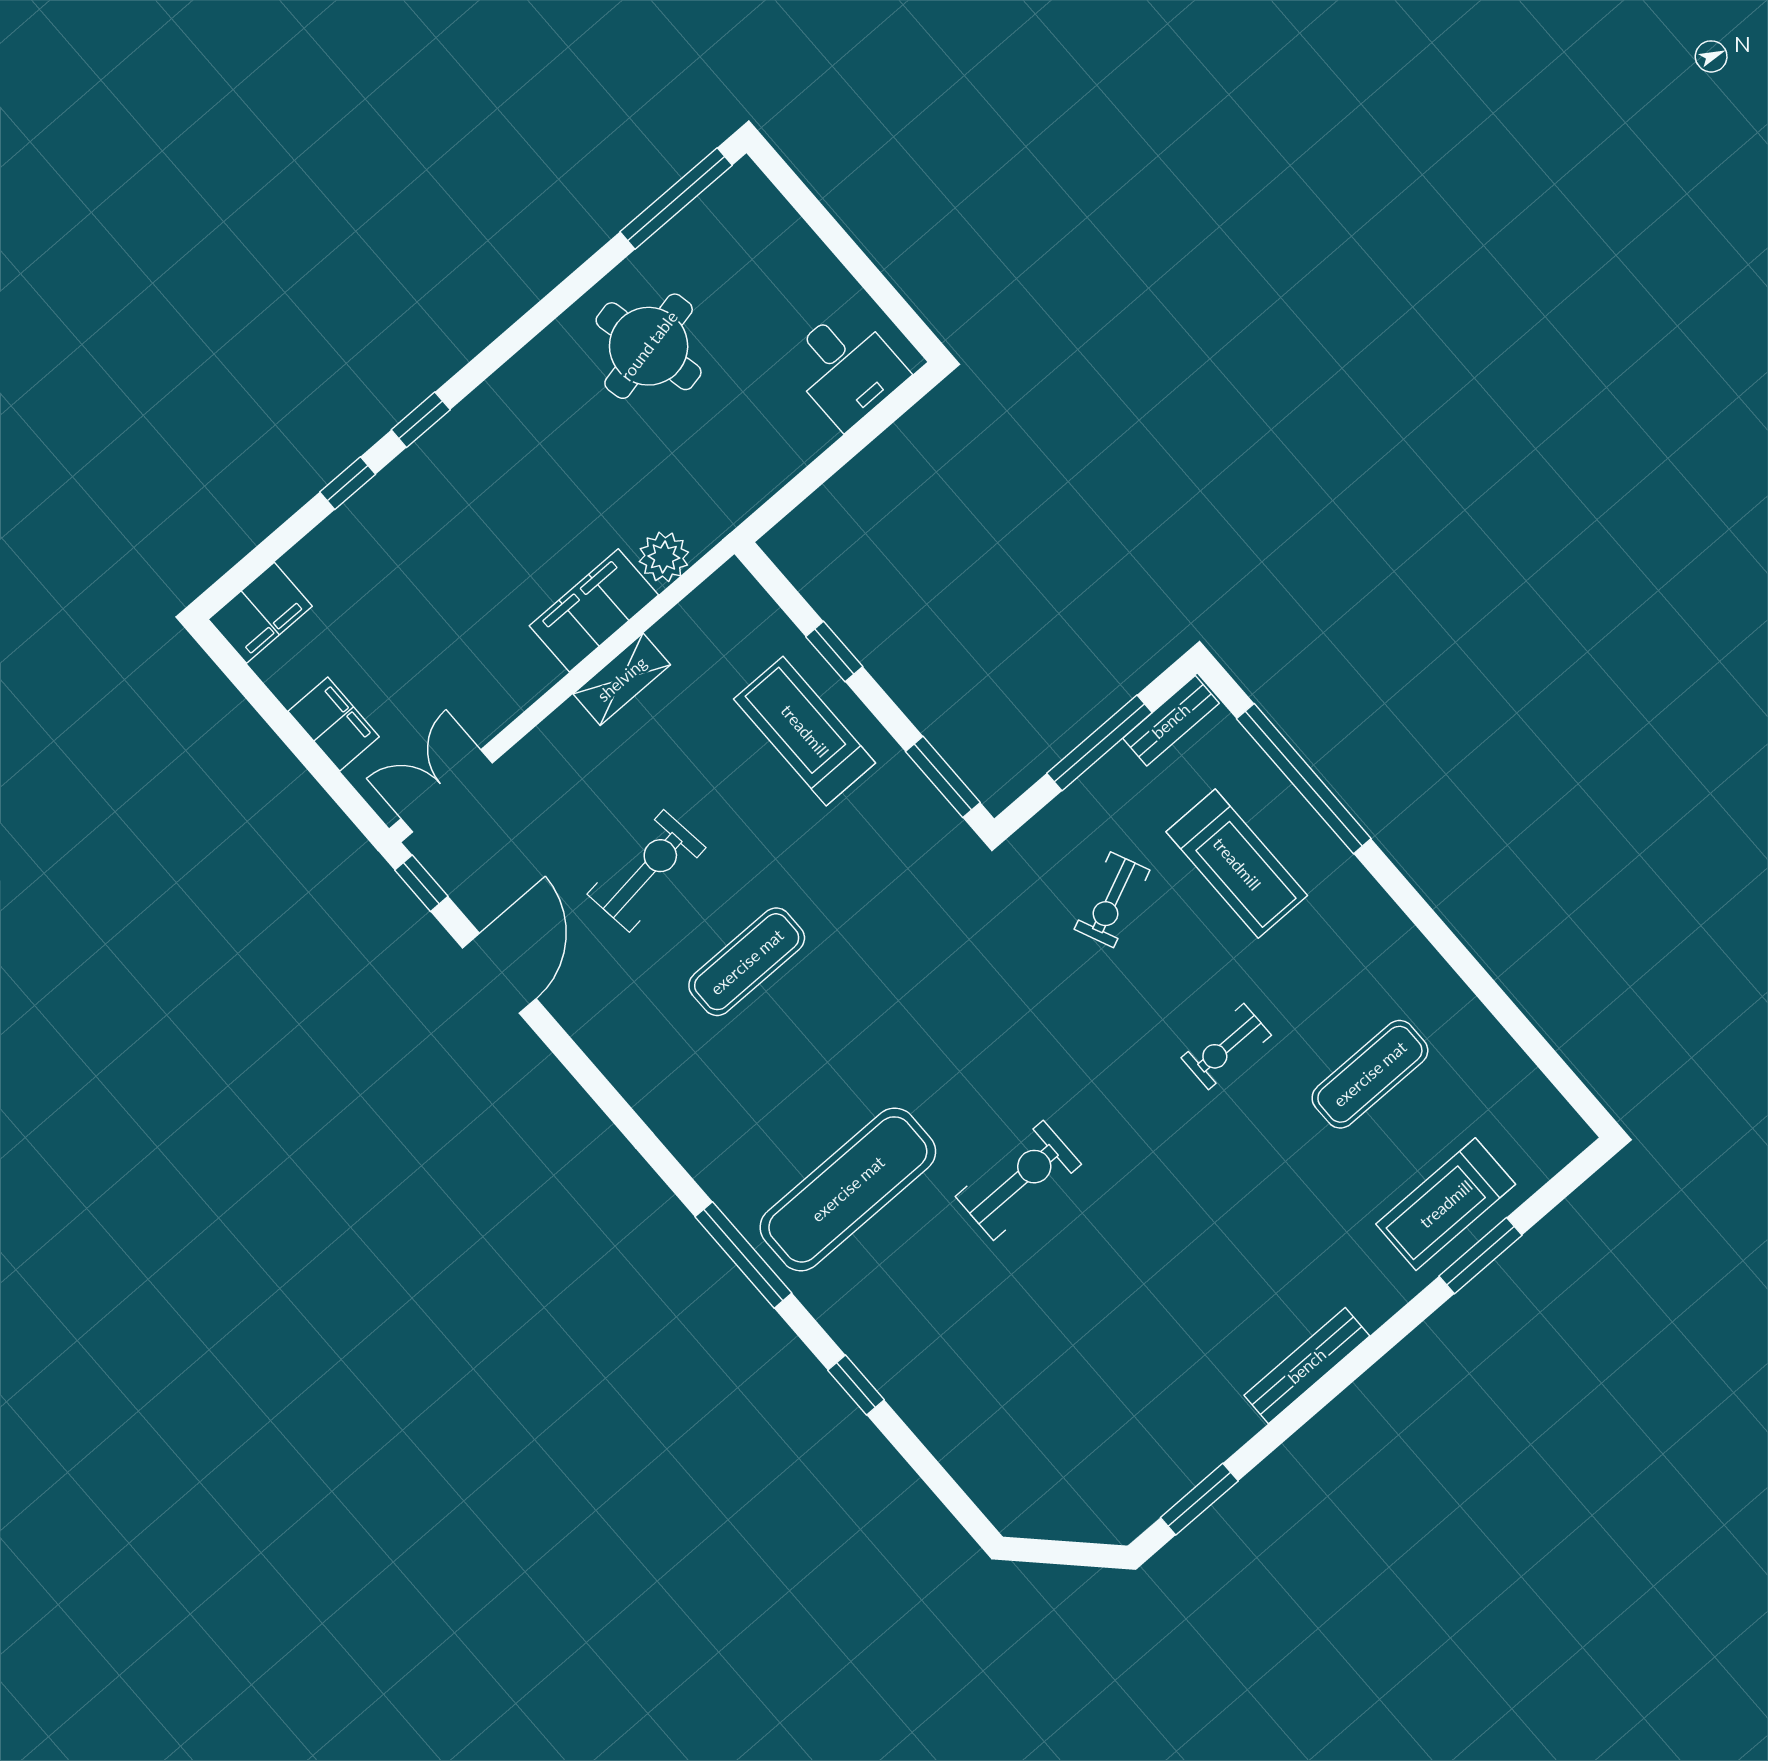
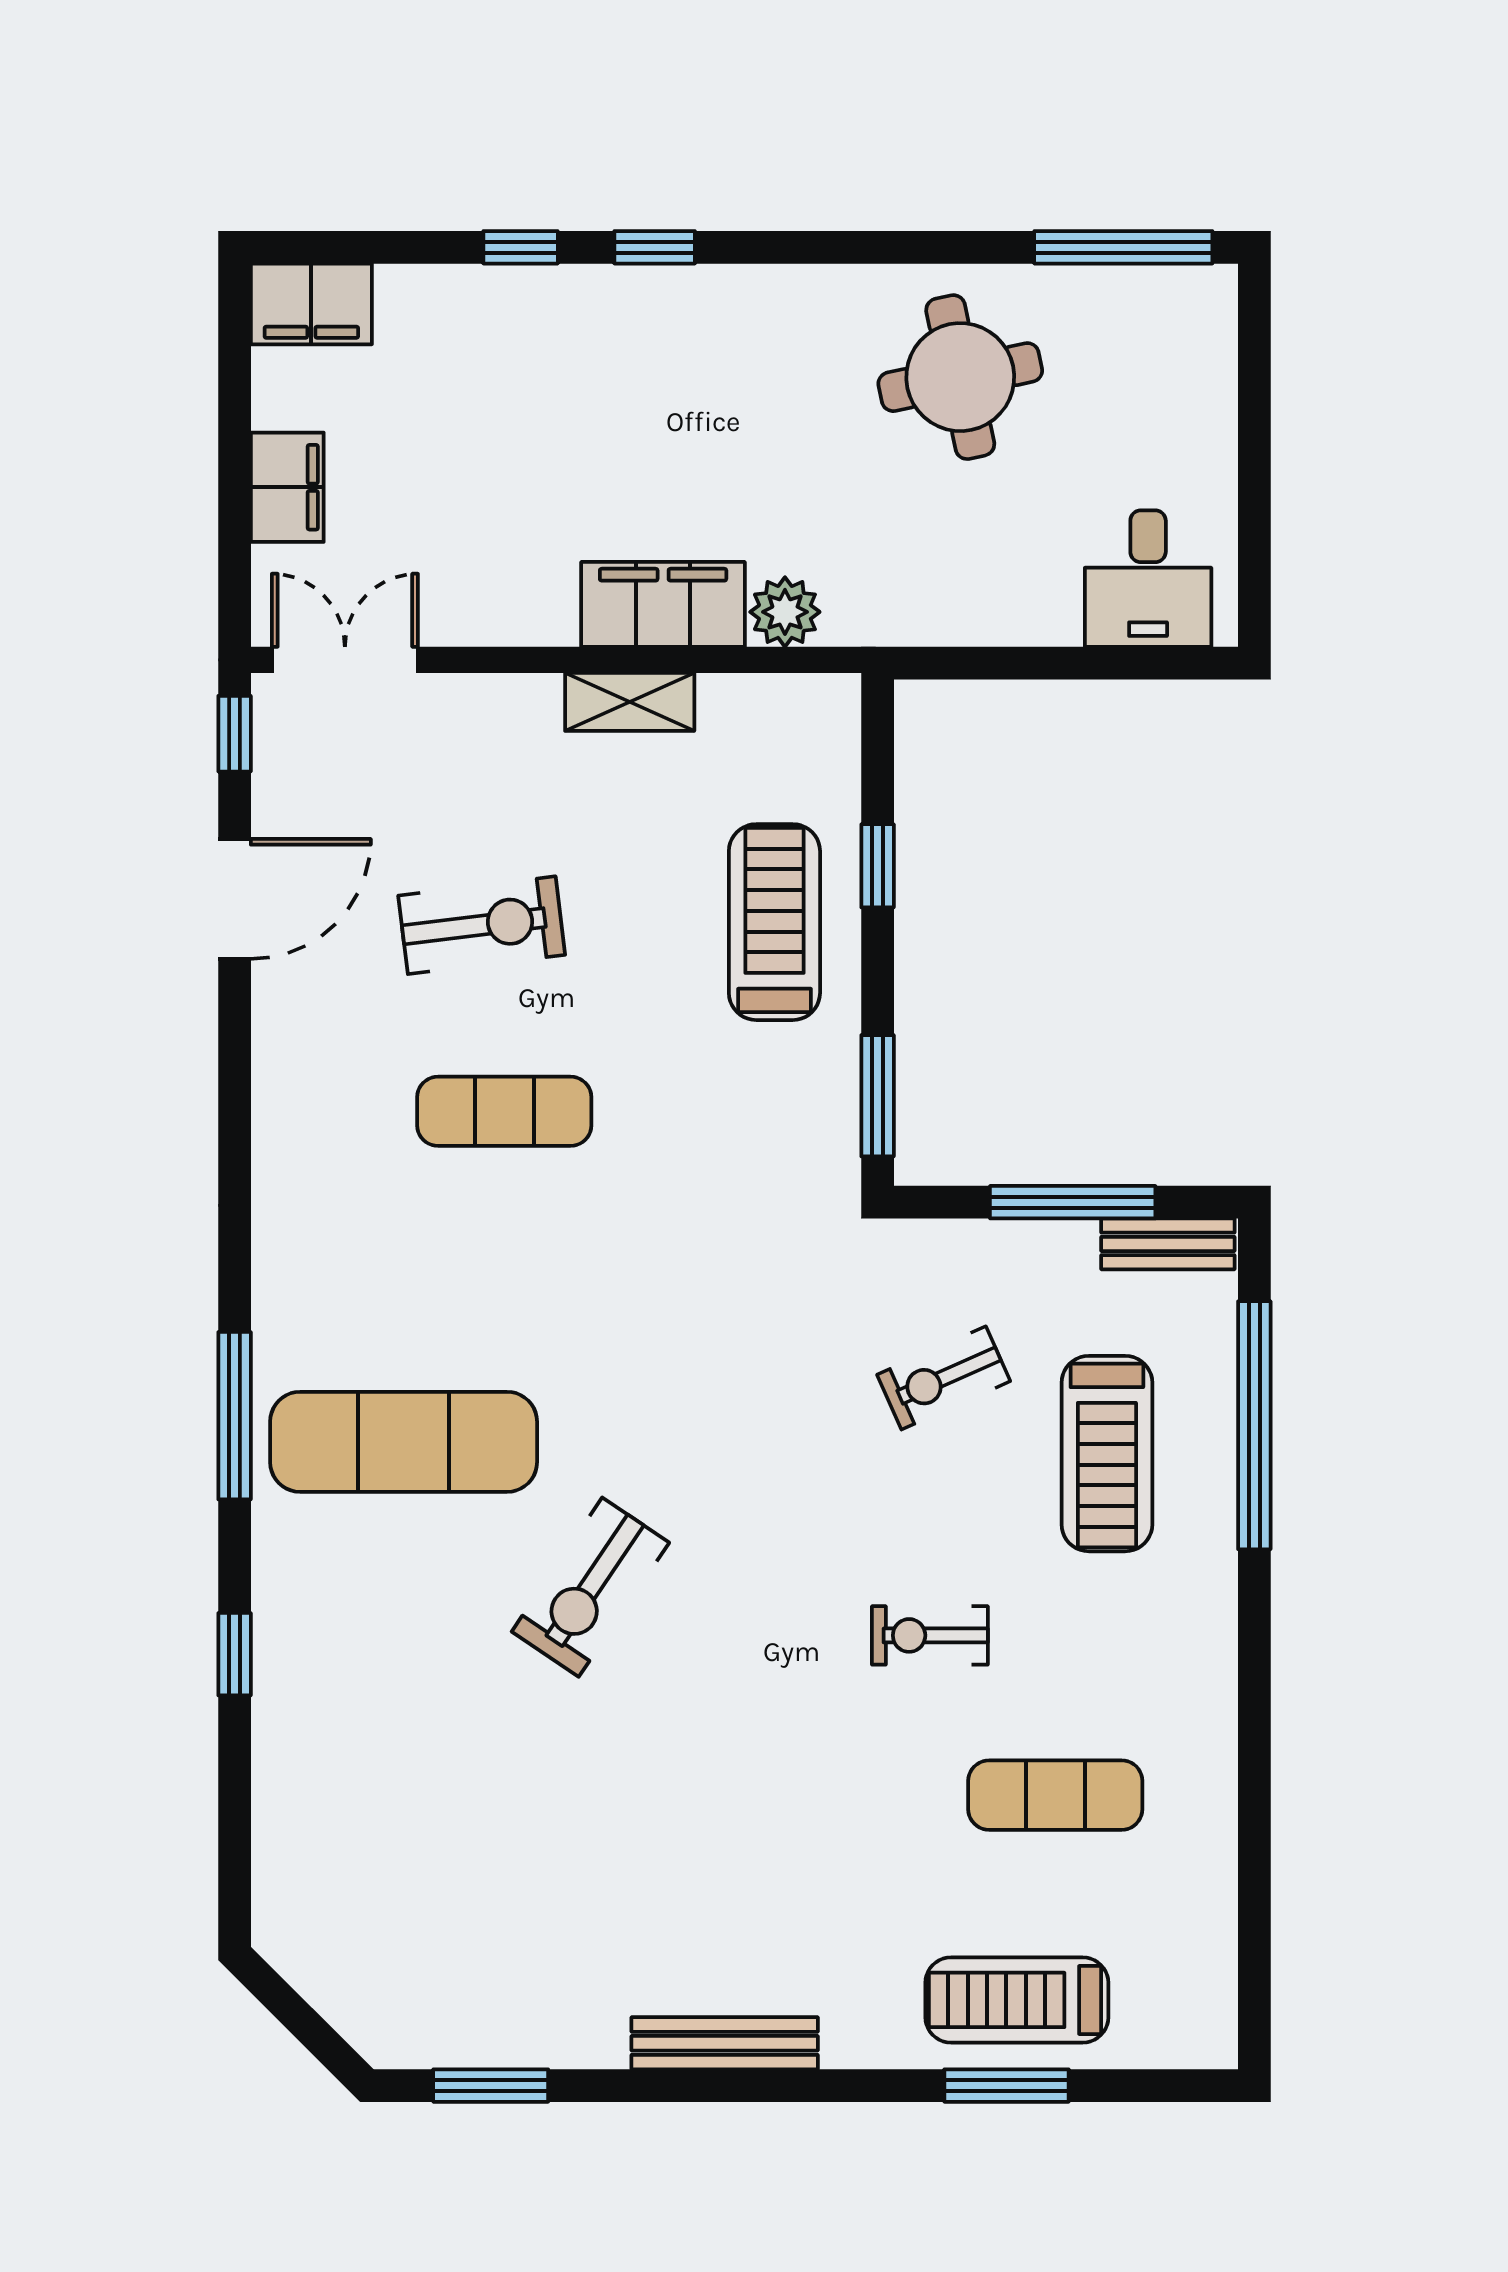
exercise bike: (1018, 1180) -> (590, 1587), turned 124

